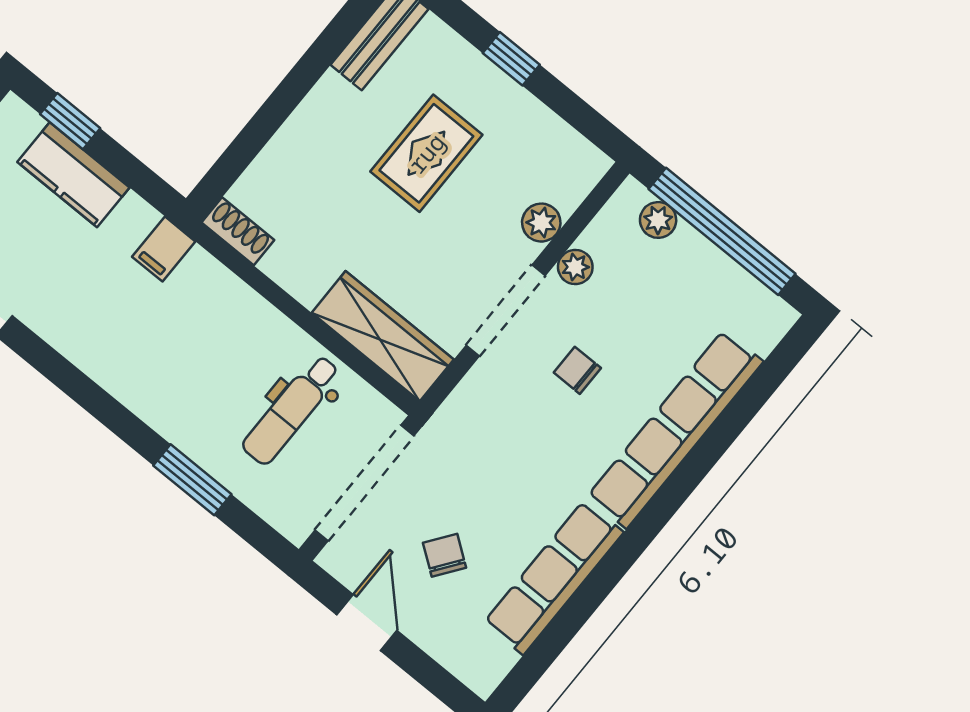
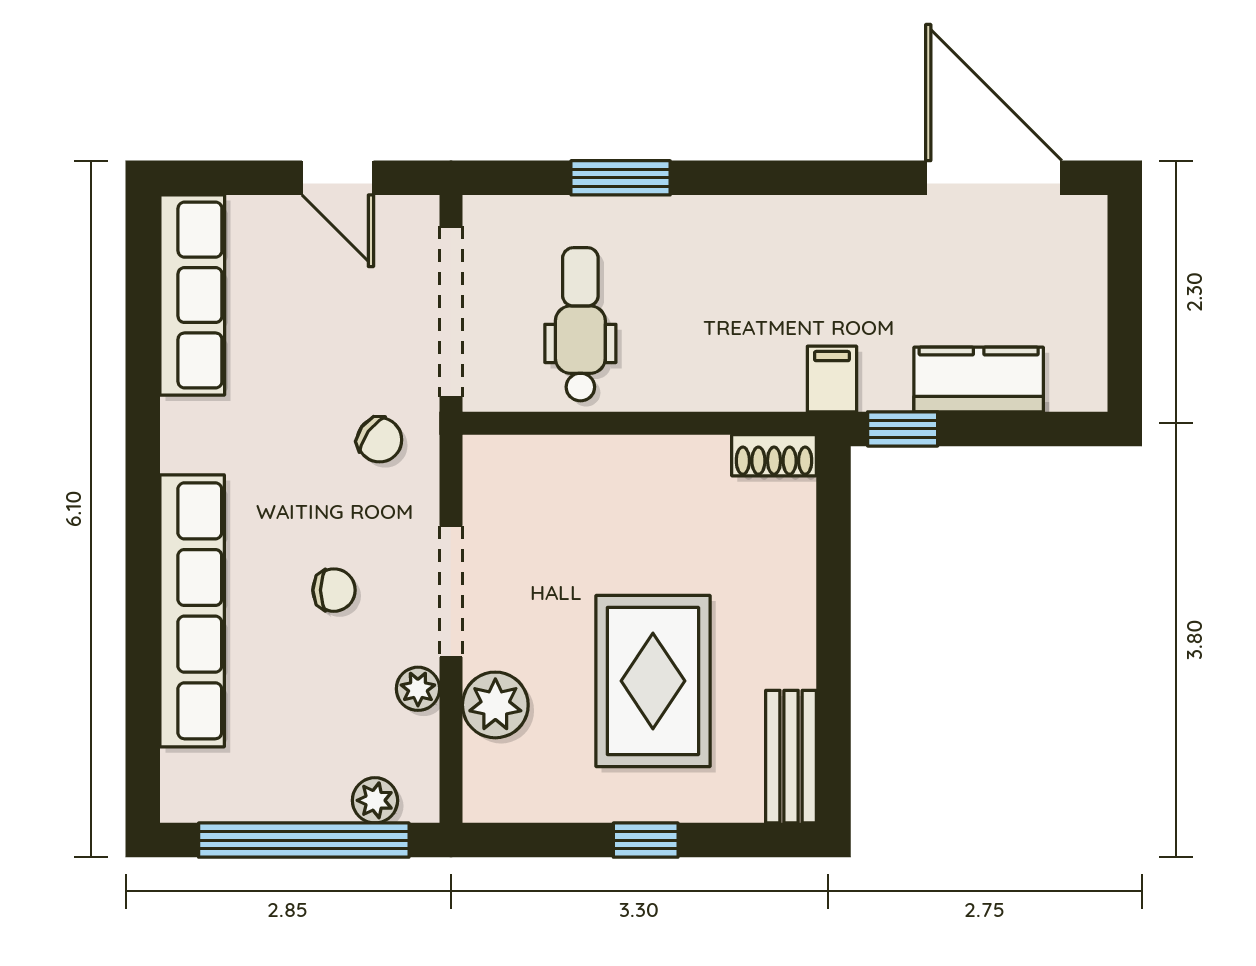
window: (70, 121) -> (903, 429), moved
rug: (426, 153) -> (653, 681), width x1.36, depth x1.43
plant: (541, 223) -> (495, 705), width x1.38, depth x1.38
wardrobe: (383, 336) -> (550, 469), removed
chair: (445, 555) -> (380, 440), moved
row of seats: (554, 577) -> (192, 295), moved

